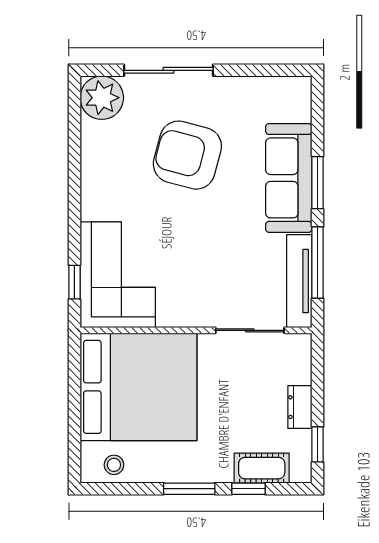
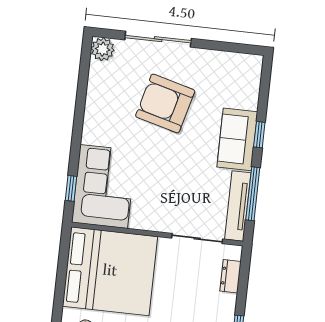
plant: (102, 98) -> (103, 49), width x0.73, depth x0.73
sofa: (289, 178) -> (237, 139), width x0.73
window: (318, 183) -> (259, 135), width x0.67
dresser: (300, 407) -> (230, 276), moved

